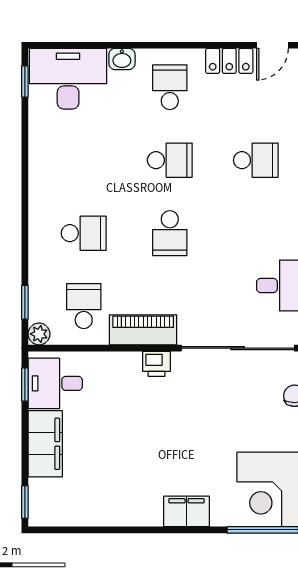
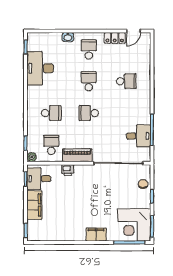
desk: (68, 79) -> (40, 68), moved, turned -90
school desk: (170, 160) -> (89, 81), turned -90
school desk: (170, 233) -> (89, 113), turned 90
printer: (157, 364) -> (68, 170), moved

